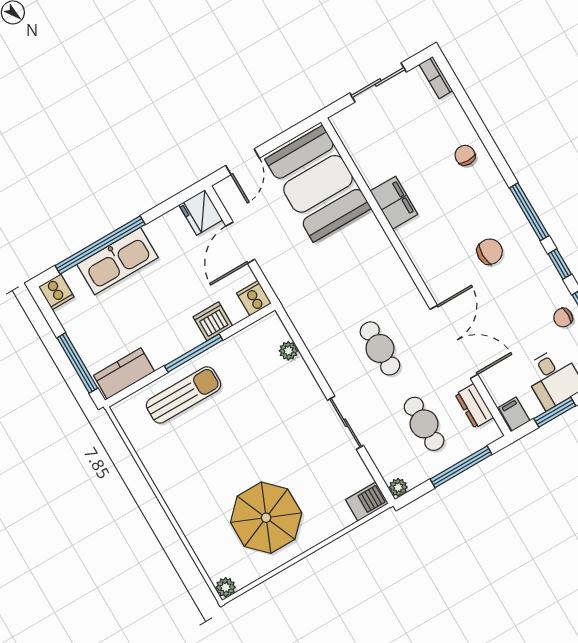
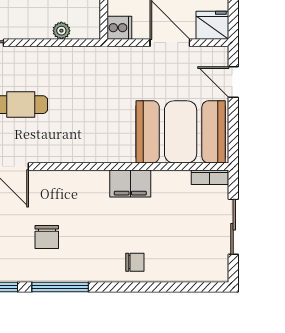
bookcase: (436, 78) -> (210, 177), moved, turned 180

